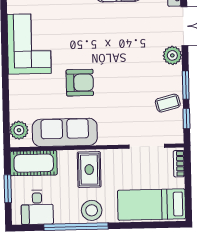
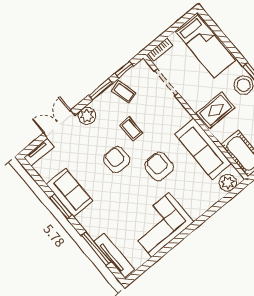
armchair: (115, 51) -> (117, 160), added
coffee table: (131, 84) -> (131, 129), added

